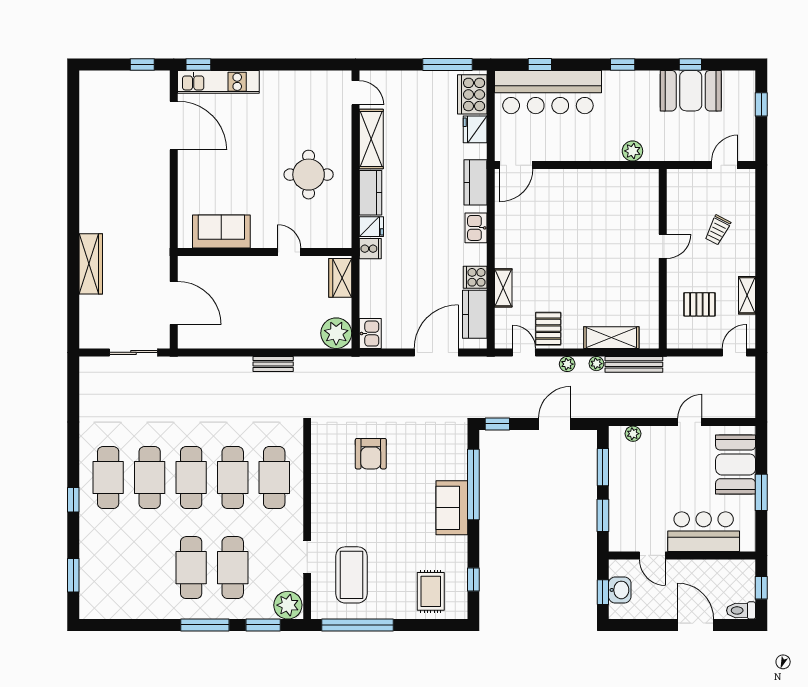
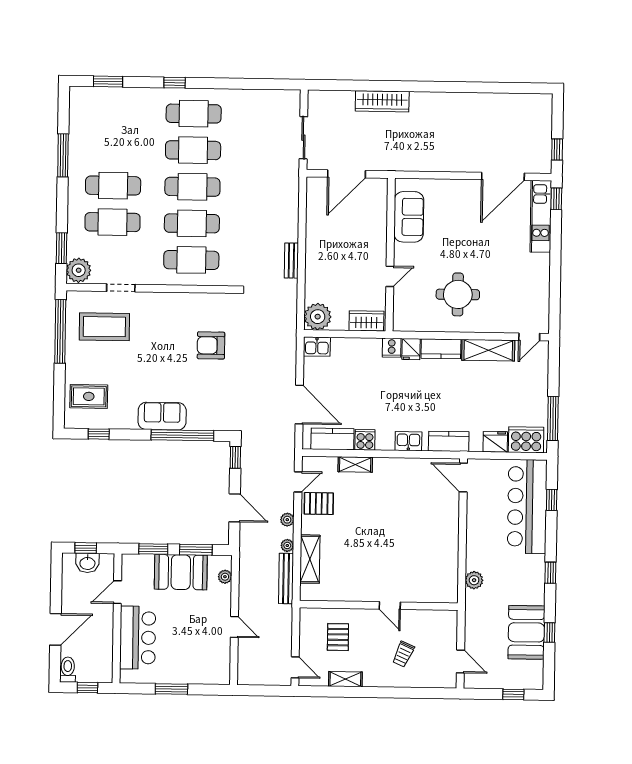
trolley: (718, 230) -> (403, 654), turned -93
booth: (736, 464) -> (181, 572), moved
window: (205, 625) -> (63, 155), moved

